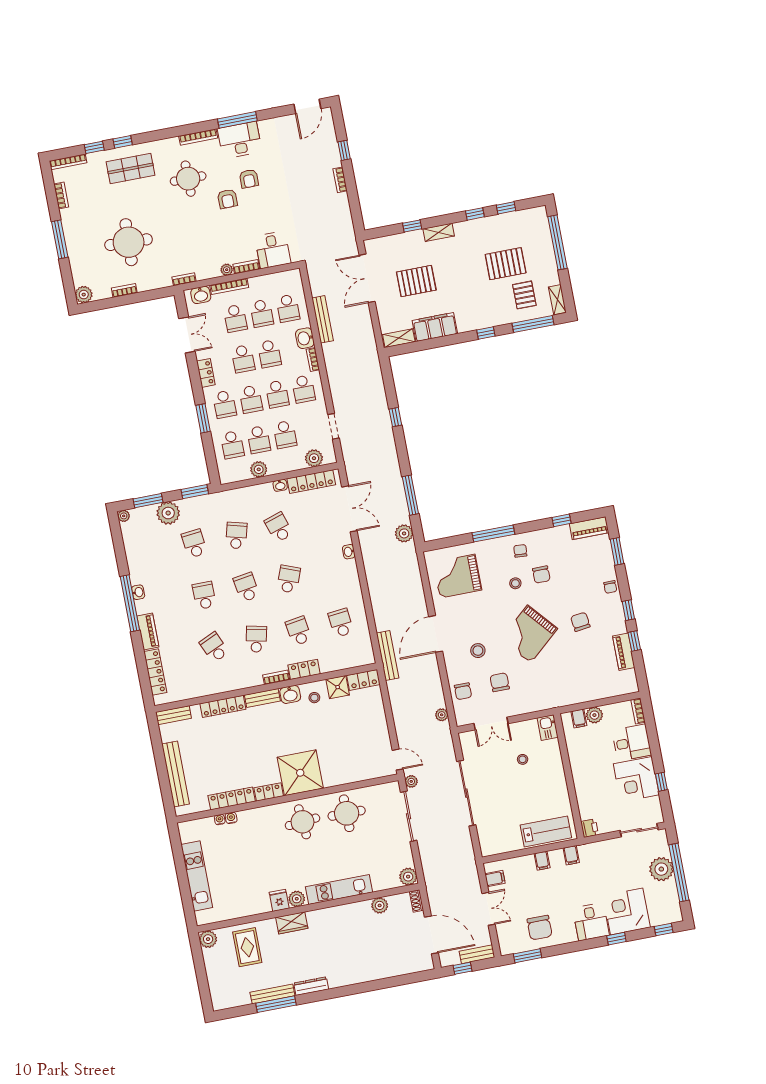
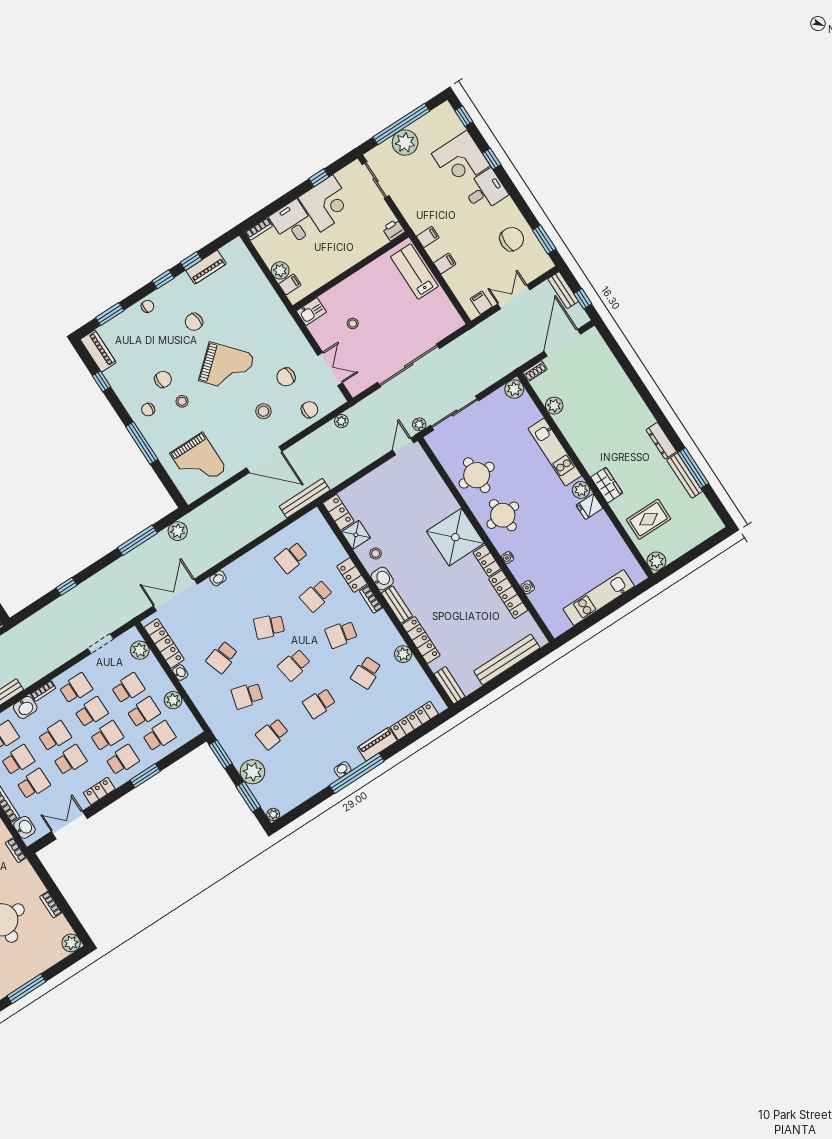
plant: (217, 686) -> (403, 654), added
water cooler: (220, 820) -> (508, 558), moved

